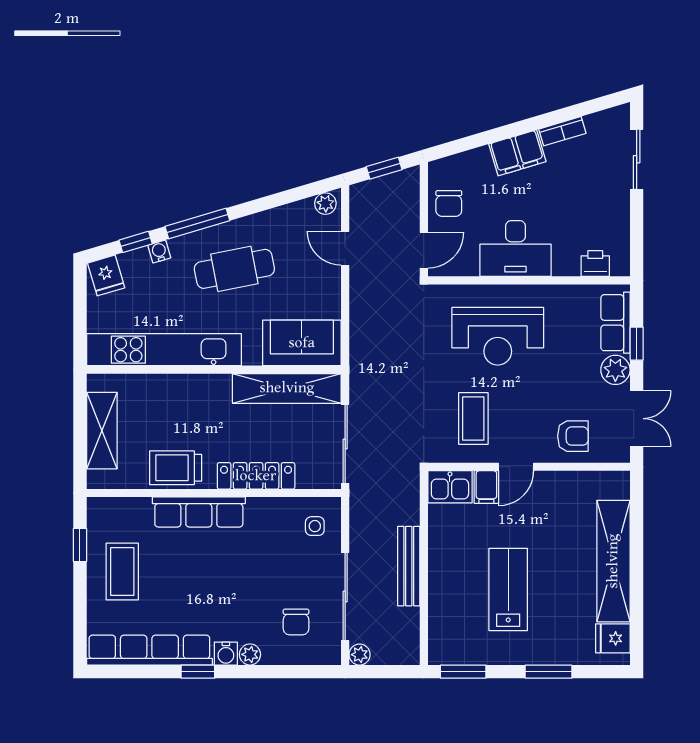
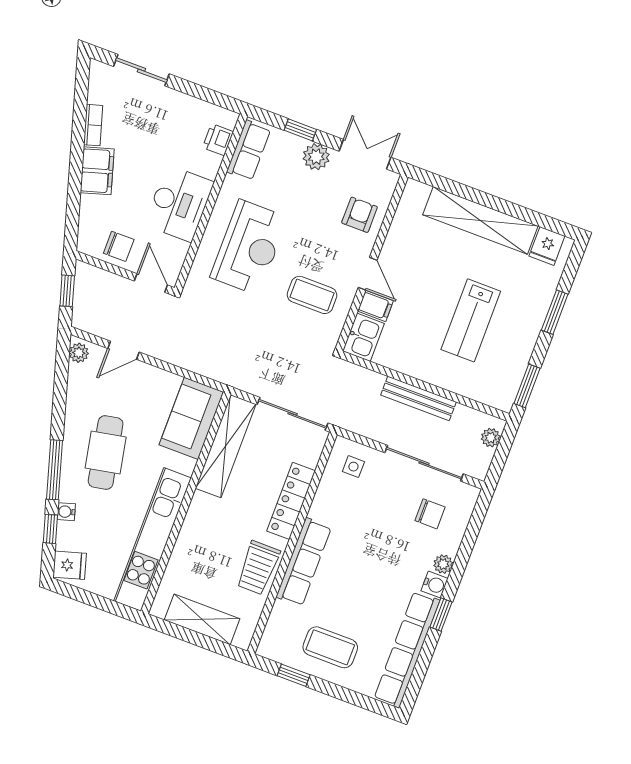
row of seats: (615, 323) -> (249, 150), moved, turned -90
lab bench: (508, 589) -> (471, 320), turned -90
plant: (360, 655) -> (491, 438), moved

